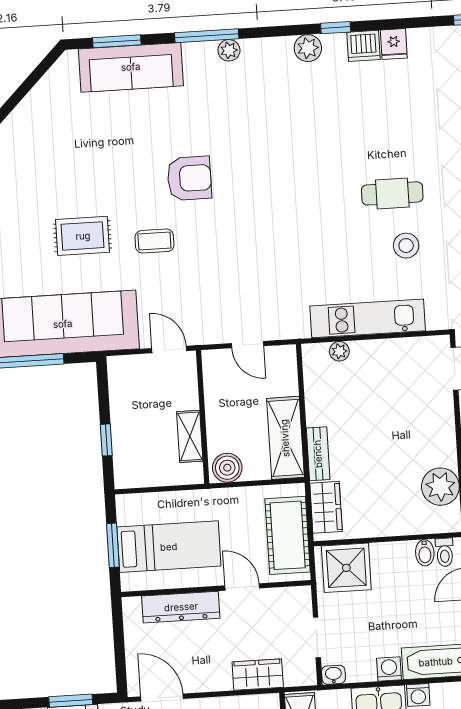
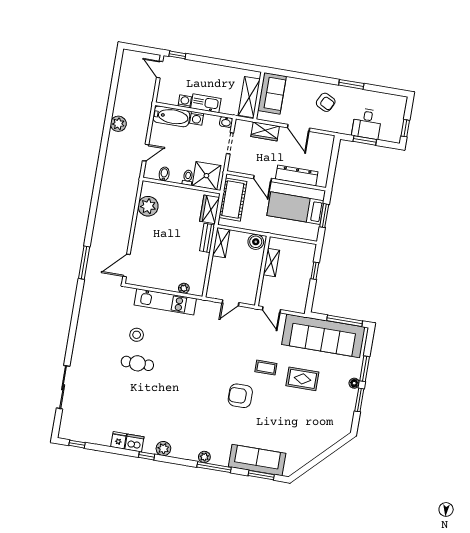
door: (248, 345) -> (230, 303), swing flipped
shelving: (285, 438) -> (221, 243), width x0.67, depth x0.75
toilet: (445, 552) -> (188, 178), moved
door: (162, 698) -> (299, 128), moved

